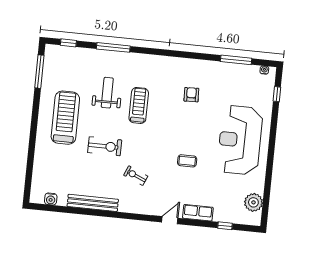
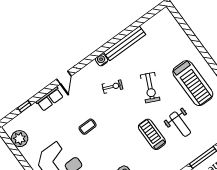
treadmill: (139, 105) -> (152, 134), turned 180
exercise bike: (105, 146) -> (150, 88), turned -65
water cooler: (51, 199) -> (102, 60), moved

